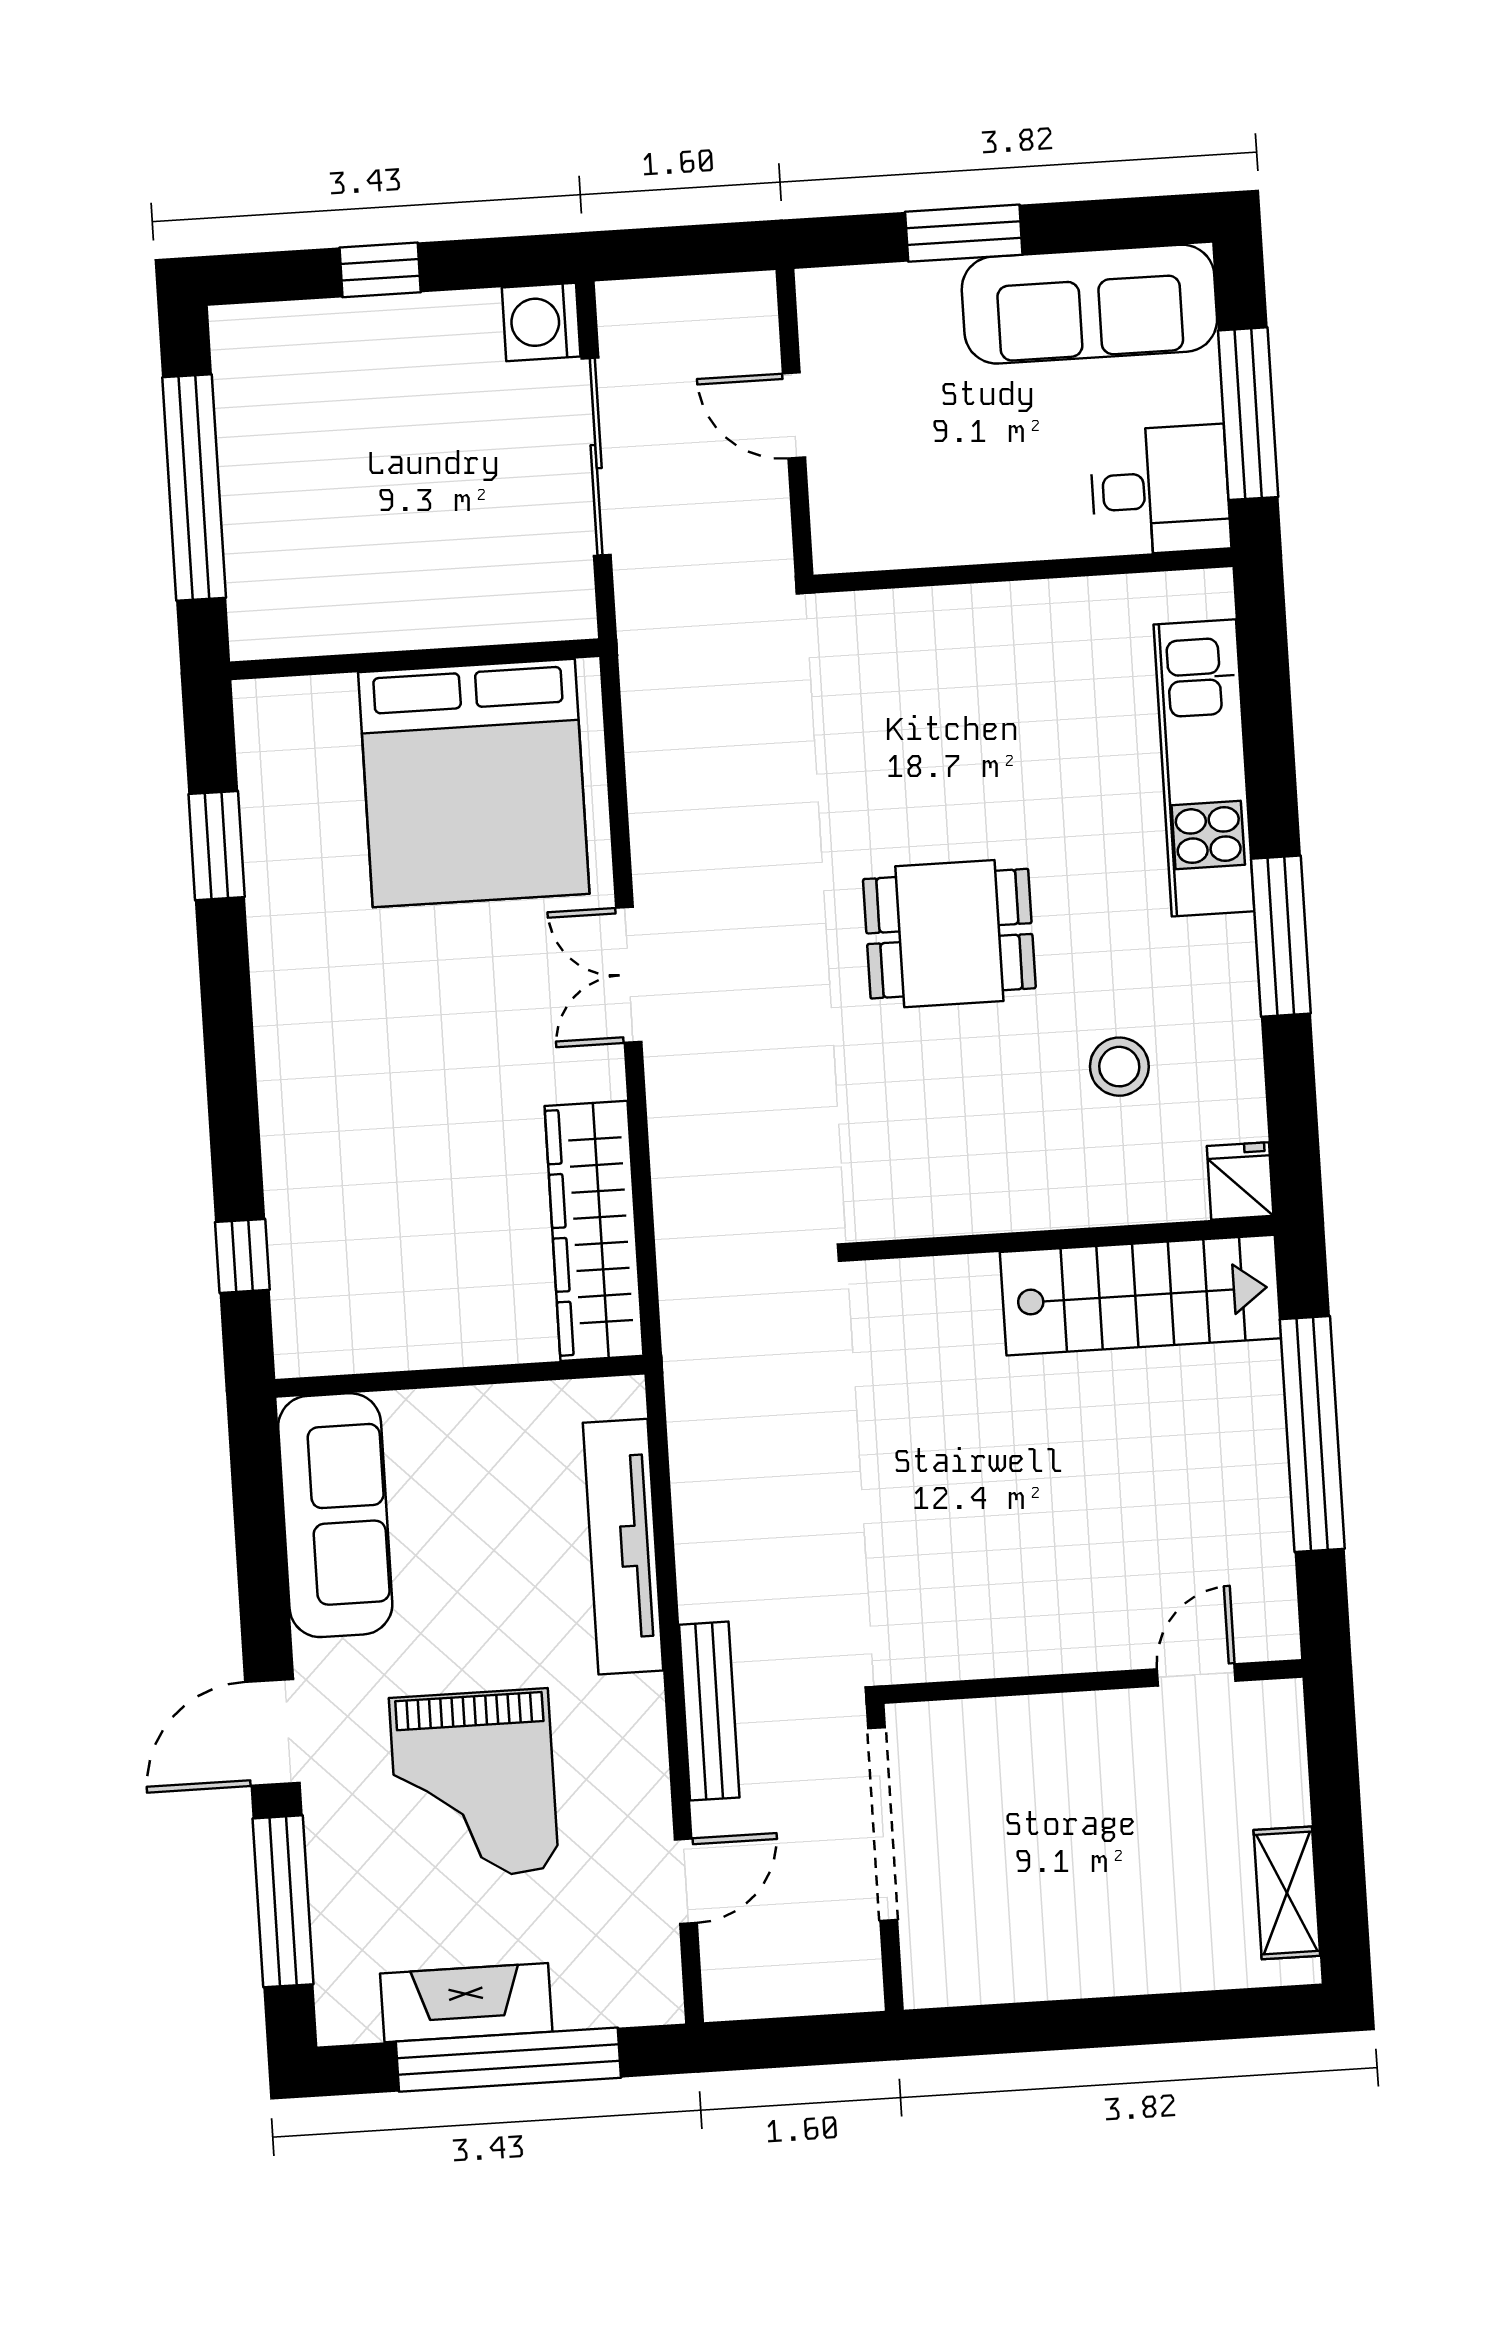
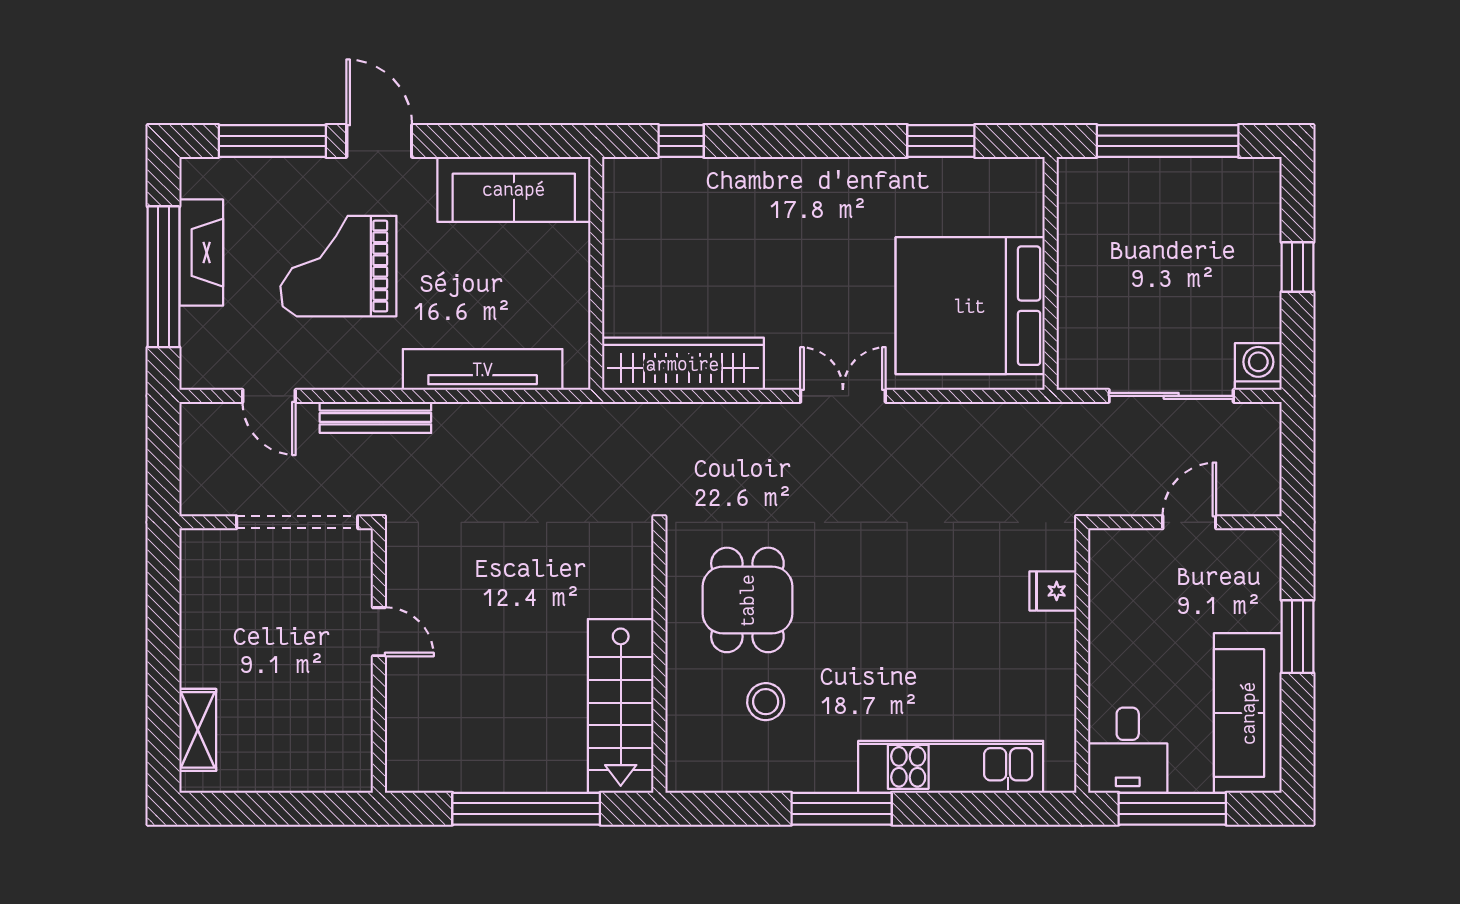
dining table: (949, 934) -> (747, 600), moved
fridge: (1240, 1181) -> (1053, 591), moved, turned 180
door: (1196, 1675) -> (379, 632), moved
shelving: (1287, 1893) -> (198, 730), moved, turned 90

